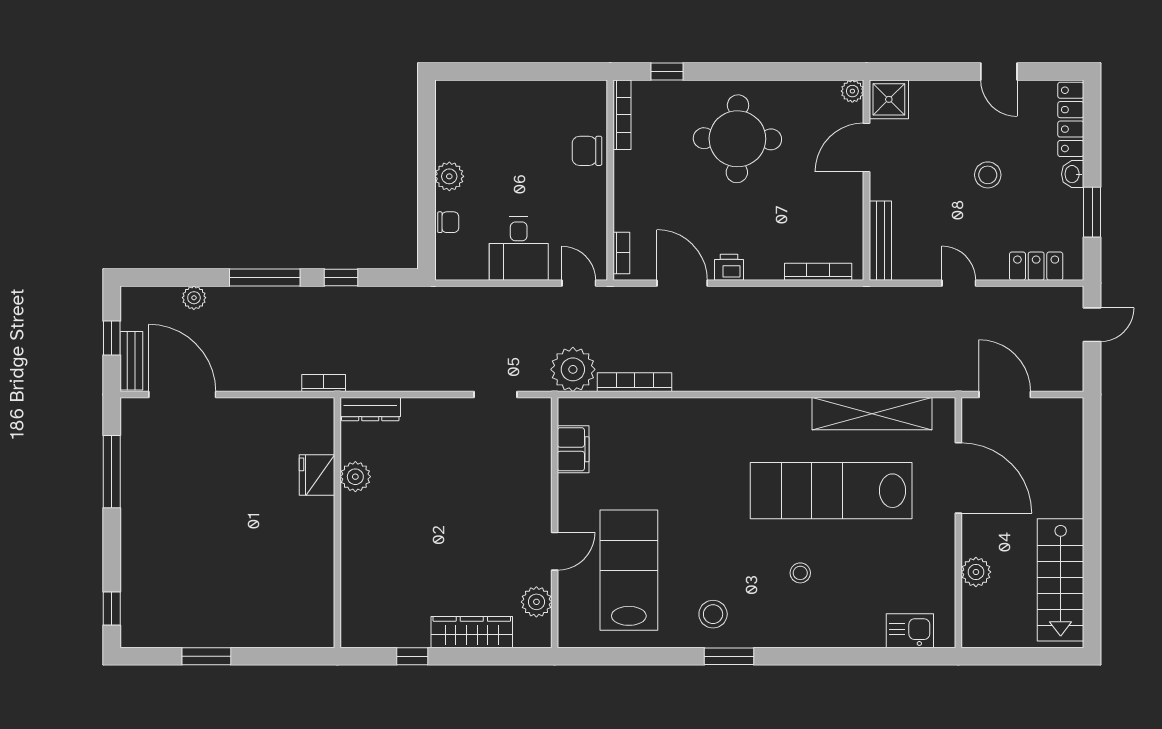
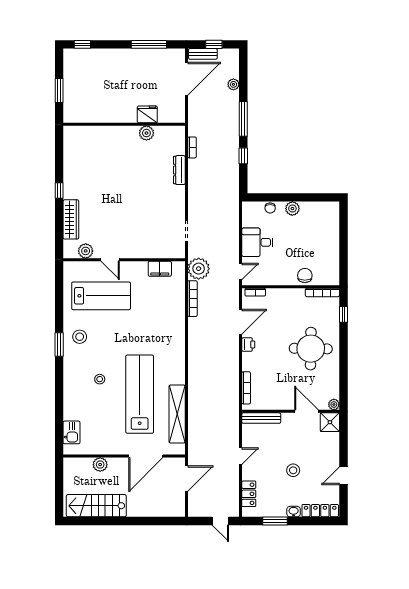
fridge: (317, 475) -> (147, 114), moved
plant: (355, 477) -> (146, 133), moved
wall: (337, 523) -> (124, 124), moved

